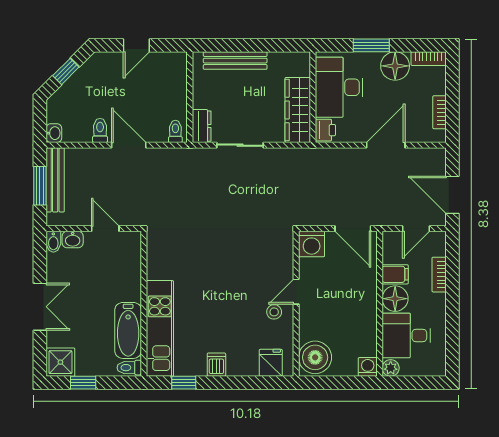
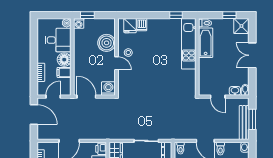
door: (296, 292) -> (117, 63), hinge flipped
boiler: (315, 357) -> (107, 43), moved
dishwasher: (216, 365) -> (142, 25), moved
window: (351, 383) -> (87, 15), added

